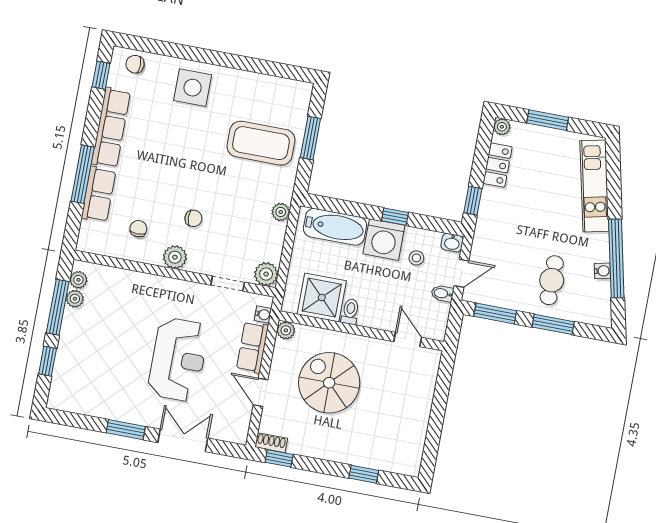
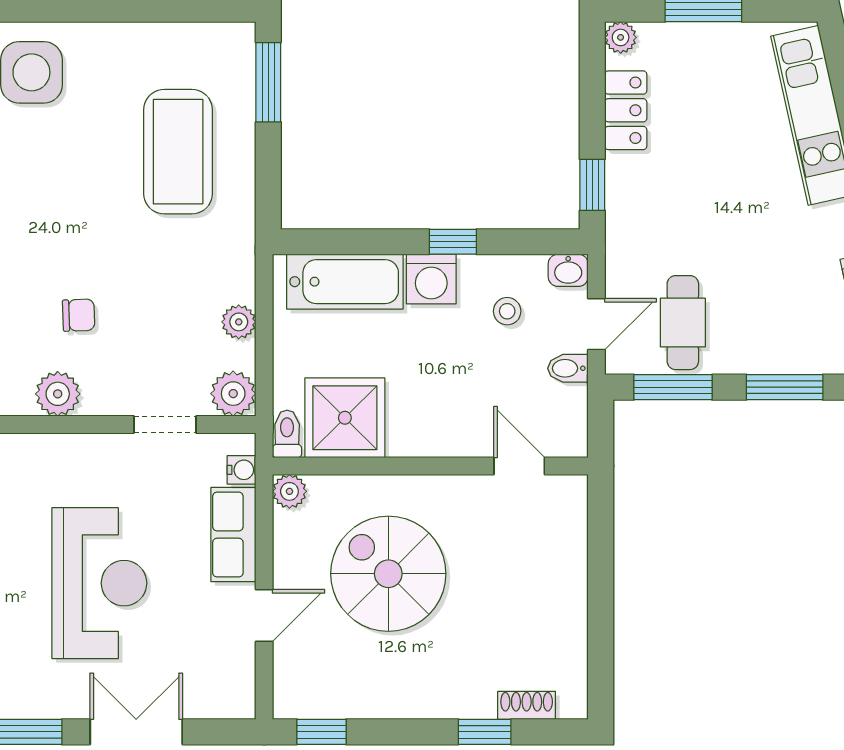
window: (310, 138) -> (268, 82), moved
coffee table: (261, 143) -> (178, 152), turned 90
plant: (281, 212) -> (239, 322), moved
washing machine: (384, 240) -> (431, 279), width x0.73, depth x0.73
cafe table: (552, 280) -> (683, 323), moved
toilet: (350, 312) -> (287, 434), moved
door: (261, 392) -> (264, 616), swing flipped
shoe rack: (271, 443) -> (527, 705), moved

